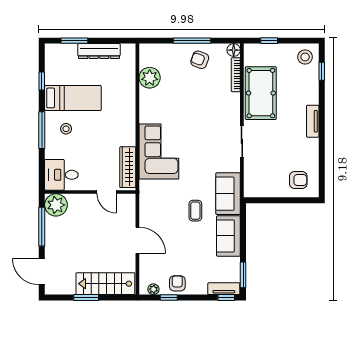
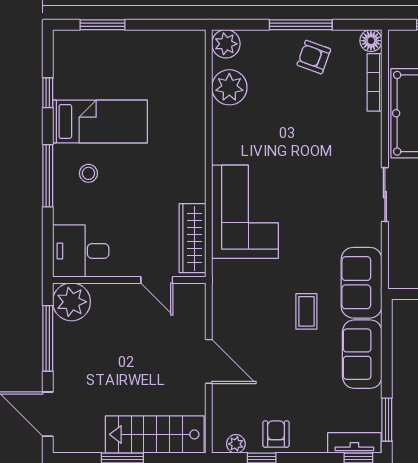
dresser: (99, 51) -> (144, 42), removed
plant: (148, 52) -> (226, 44), added

